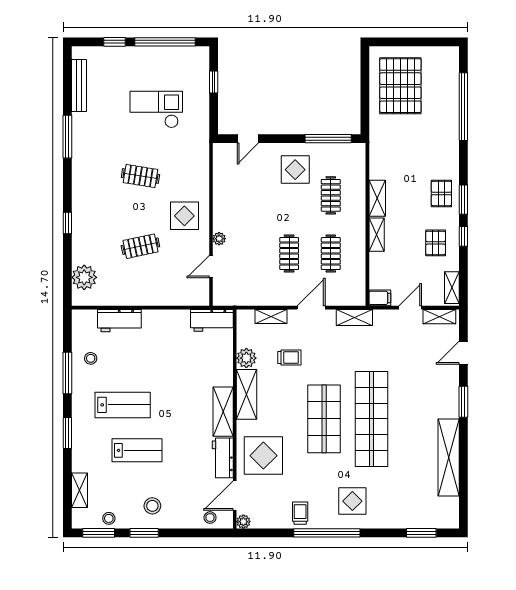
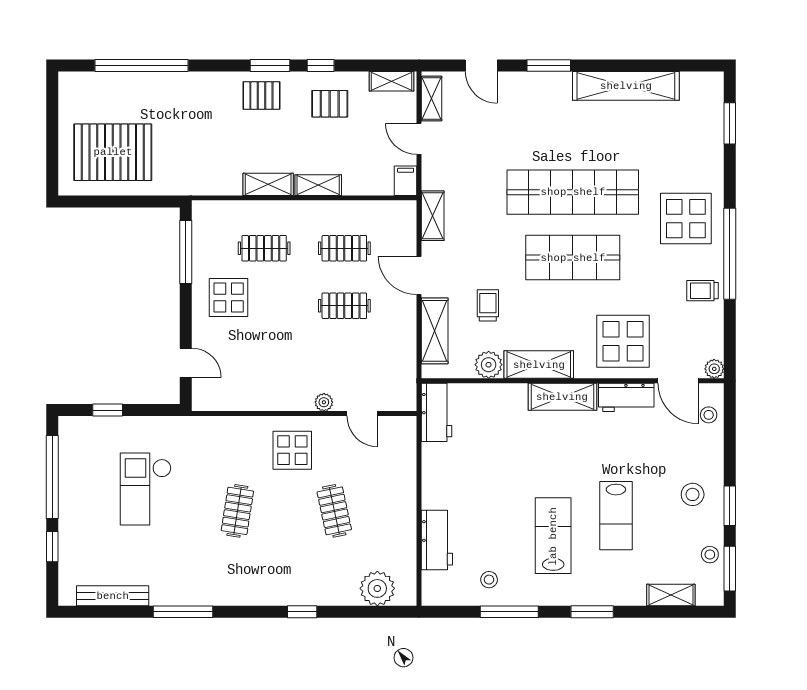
shelving: (271, 317) -> (435, 331), width x1.50, depth x1.33
lab bench: (137, 450) -> (616, 516), turned 180
display table: (352, 501) -> (686, 219), width x1.36, depth x1.36

